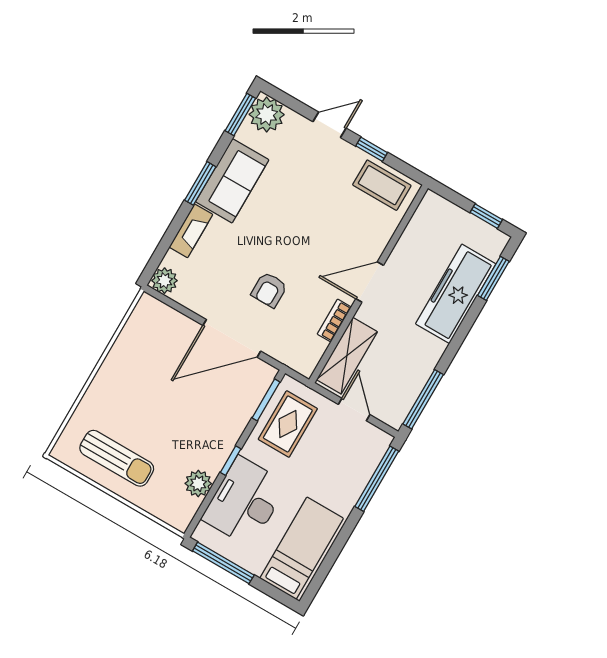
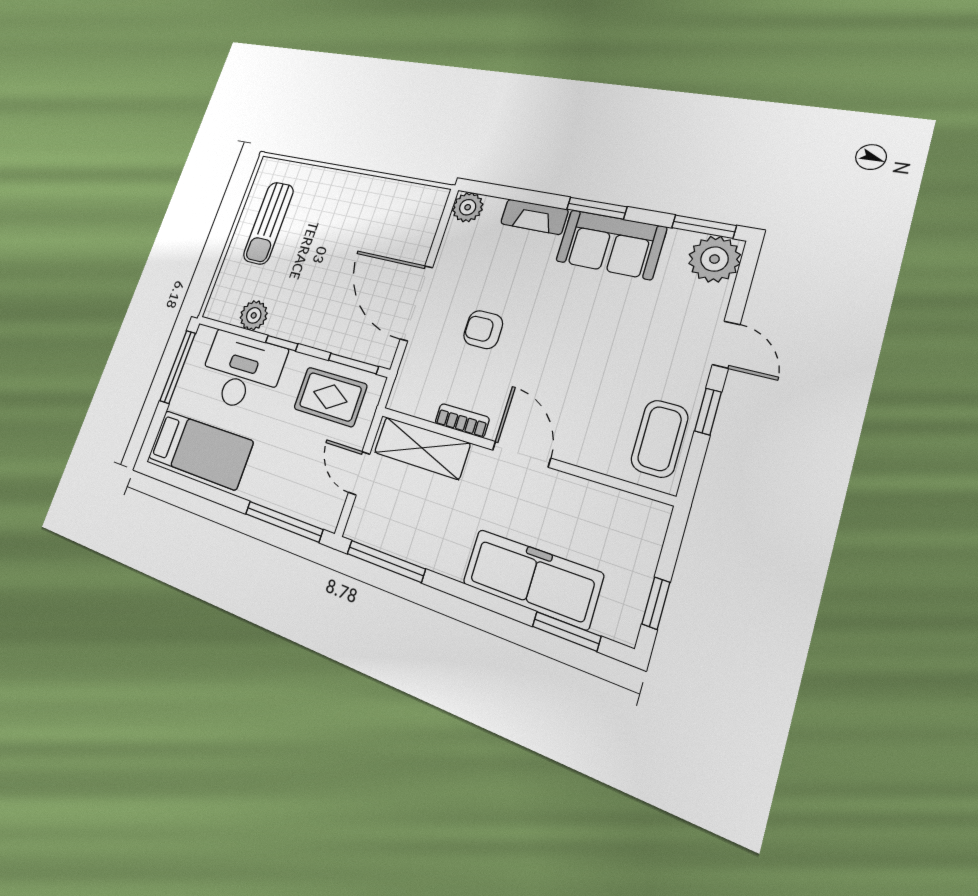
door: (354, 409) -> (359, 473), swing flipped

